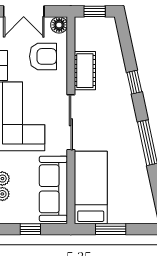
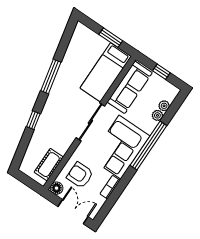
window: (95, 11) -> (28, 181), removed
cot: (85, 71) -> (49, 165), moved

